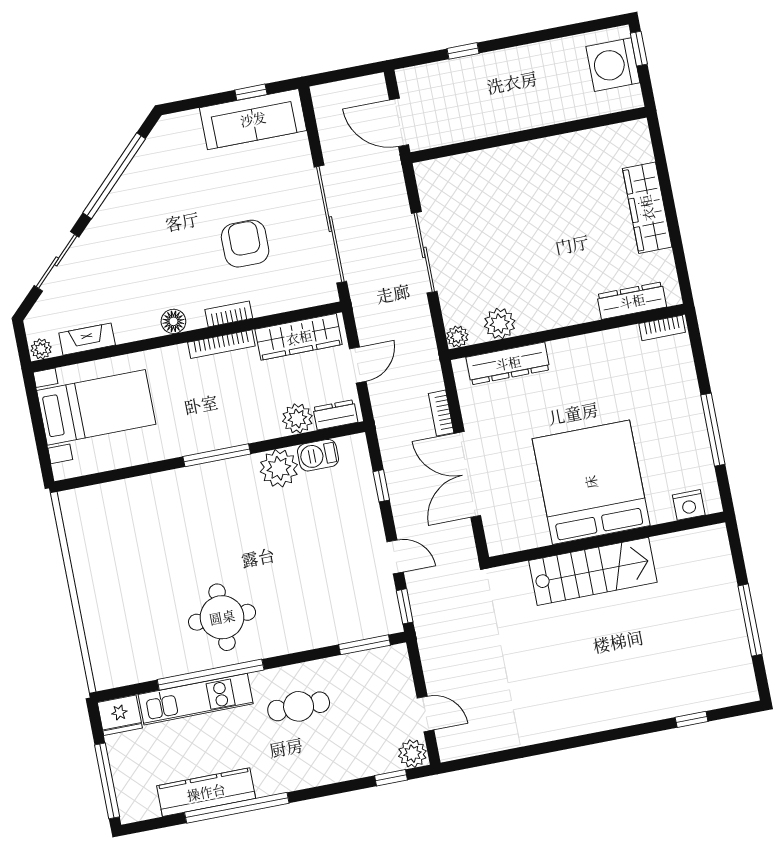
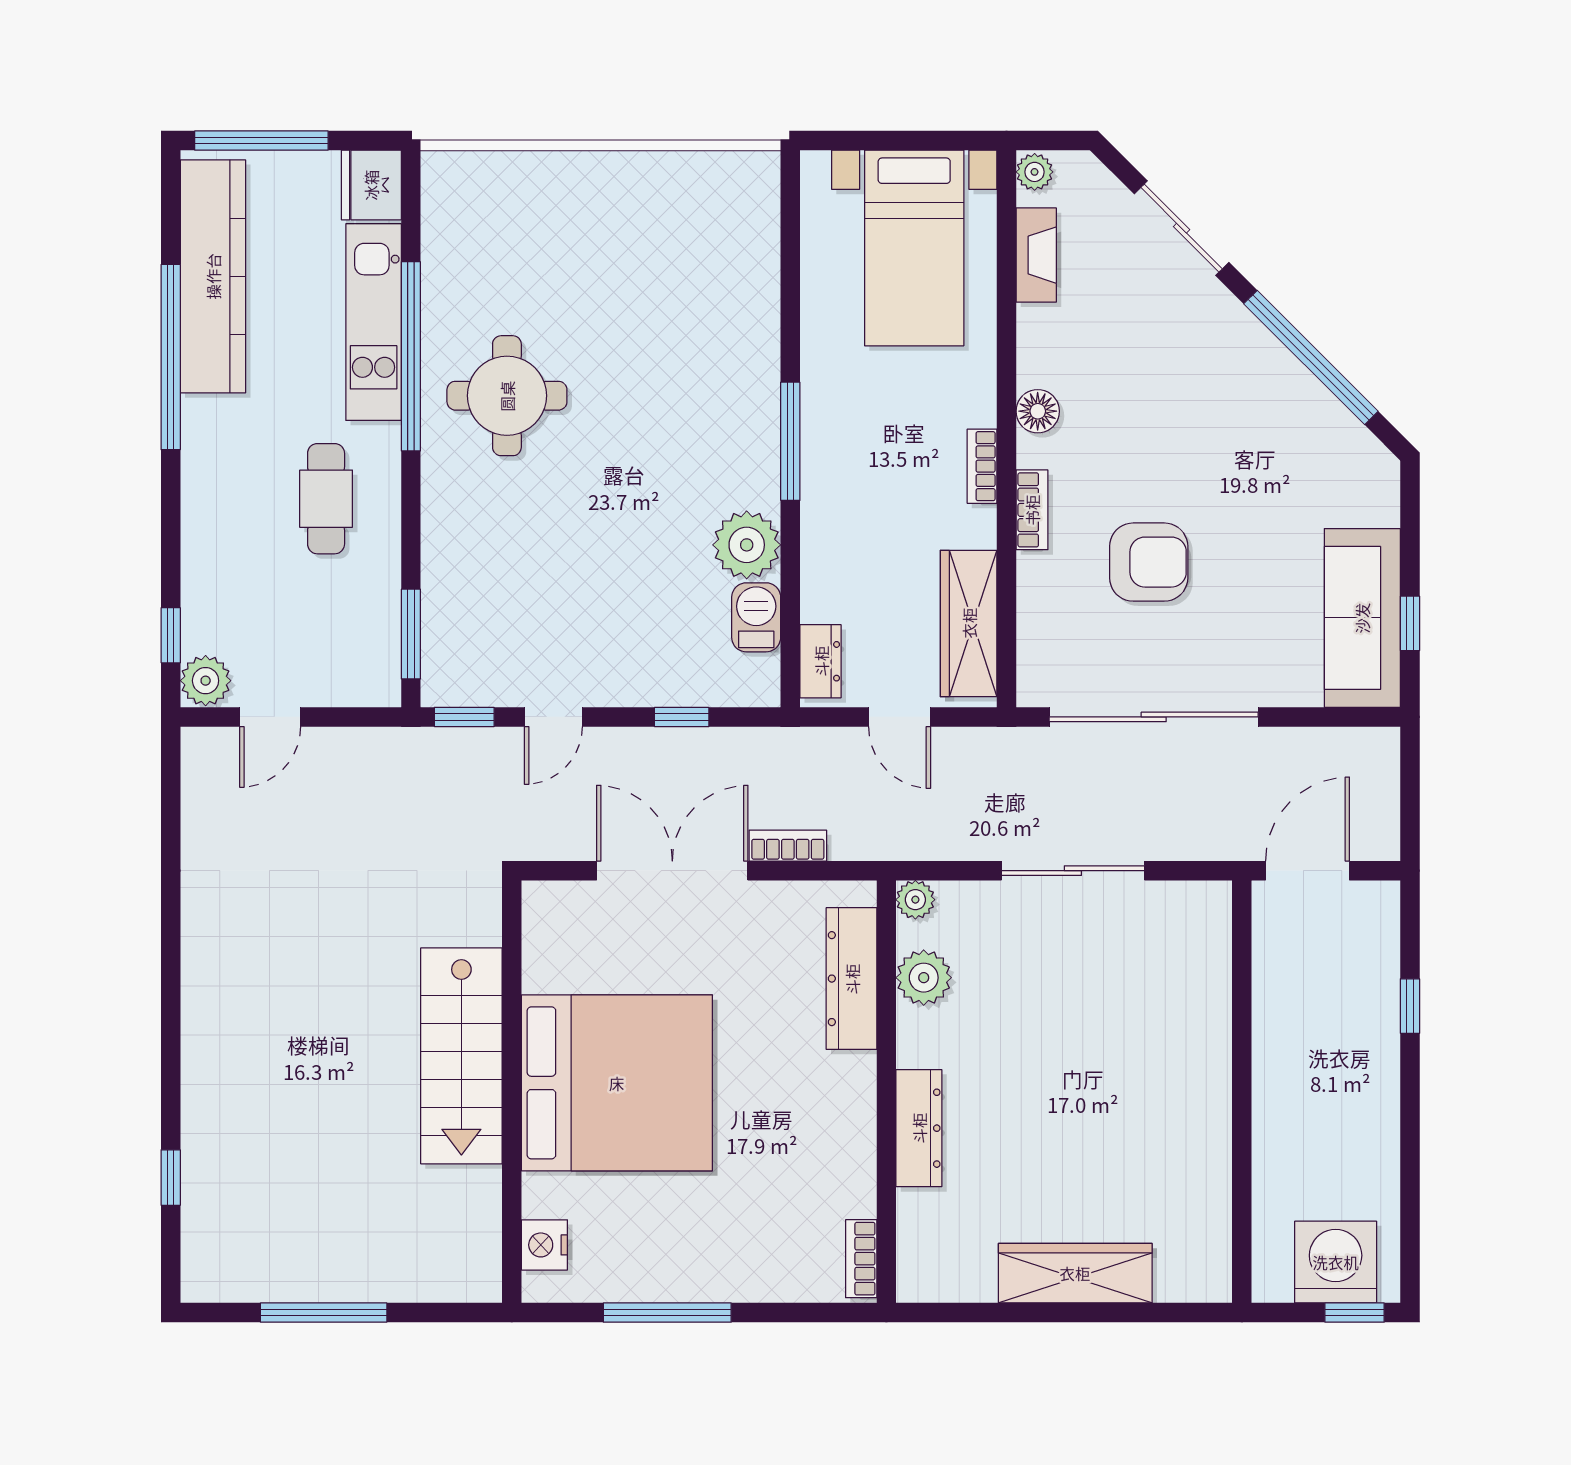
dresser: (632, 301) -> (919, 1128), moved
bookcase: (221, 344) -> (982, 466), width x0.64
plant: (297, 419) -> (827, 594), removed
kitchen counter: (206, 792) -> (213, 276), width x1.39, depth x1.17

